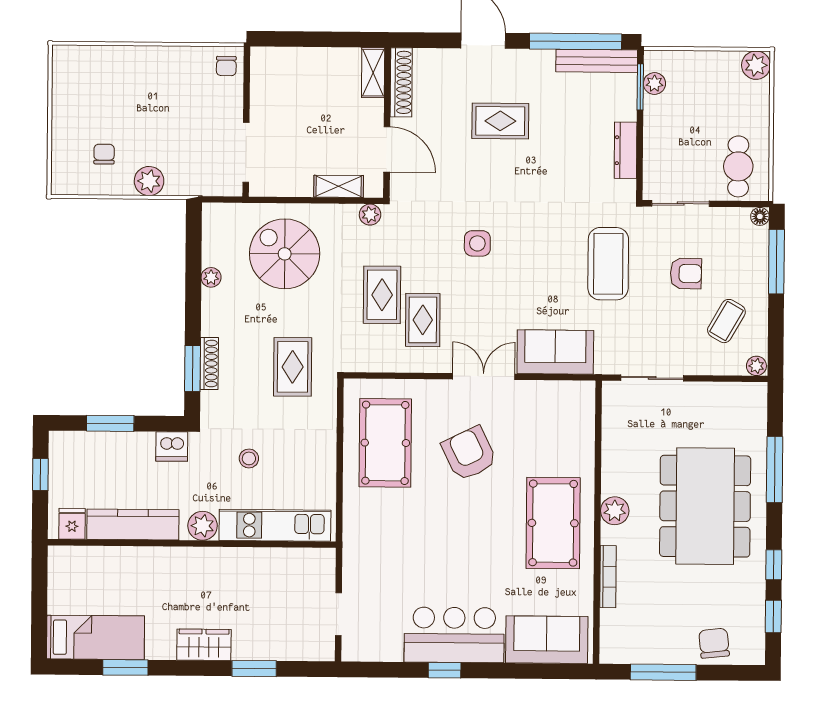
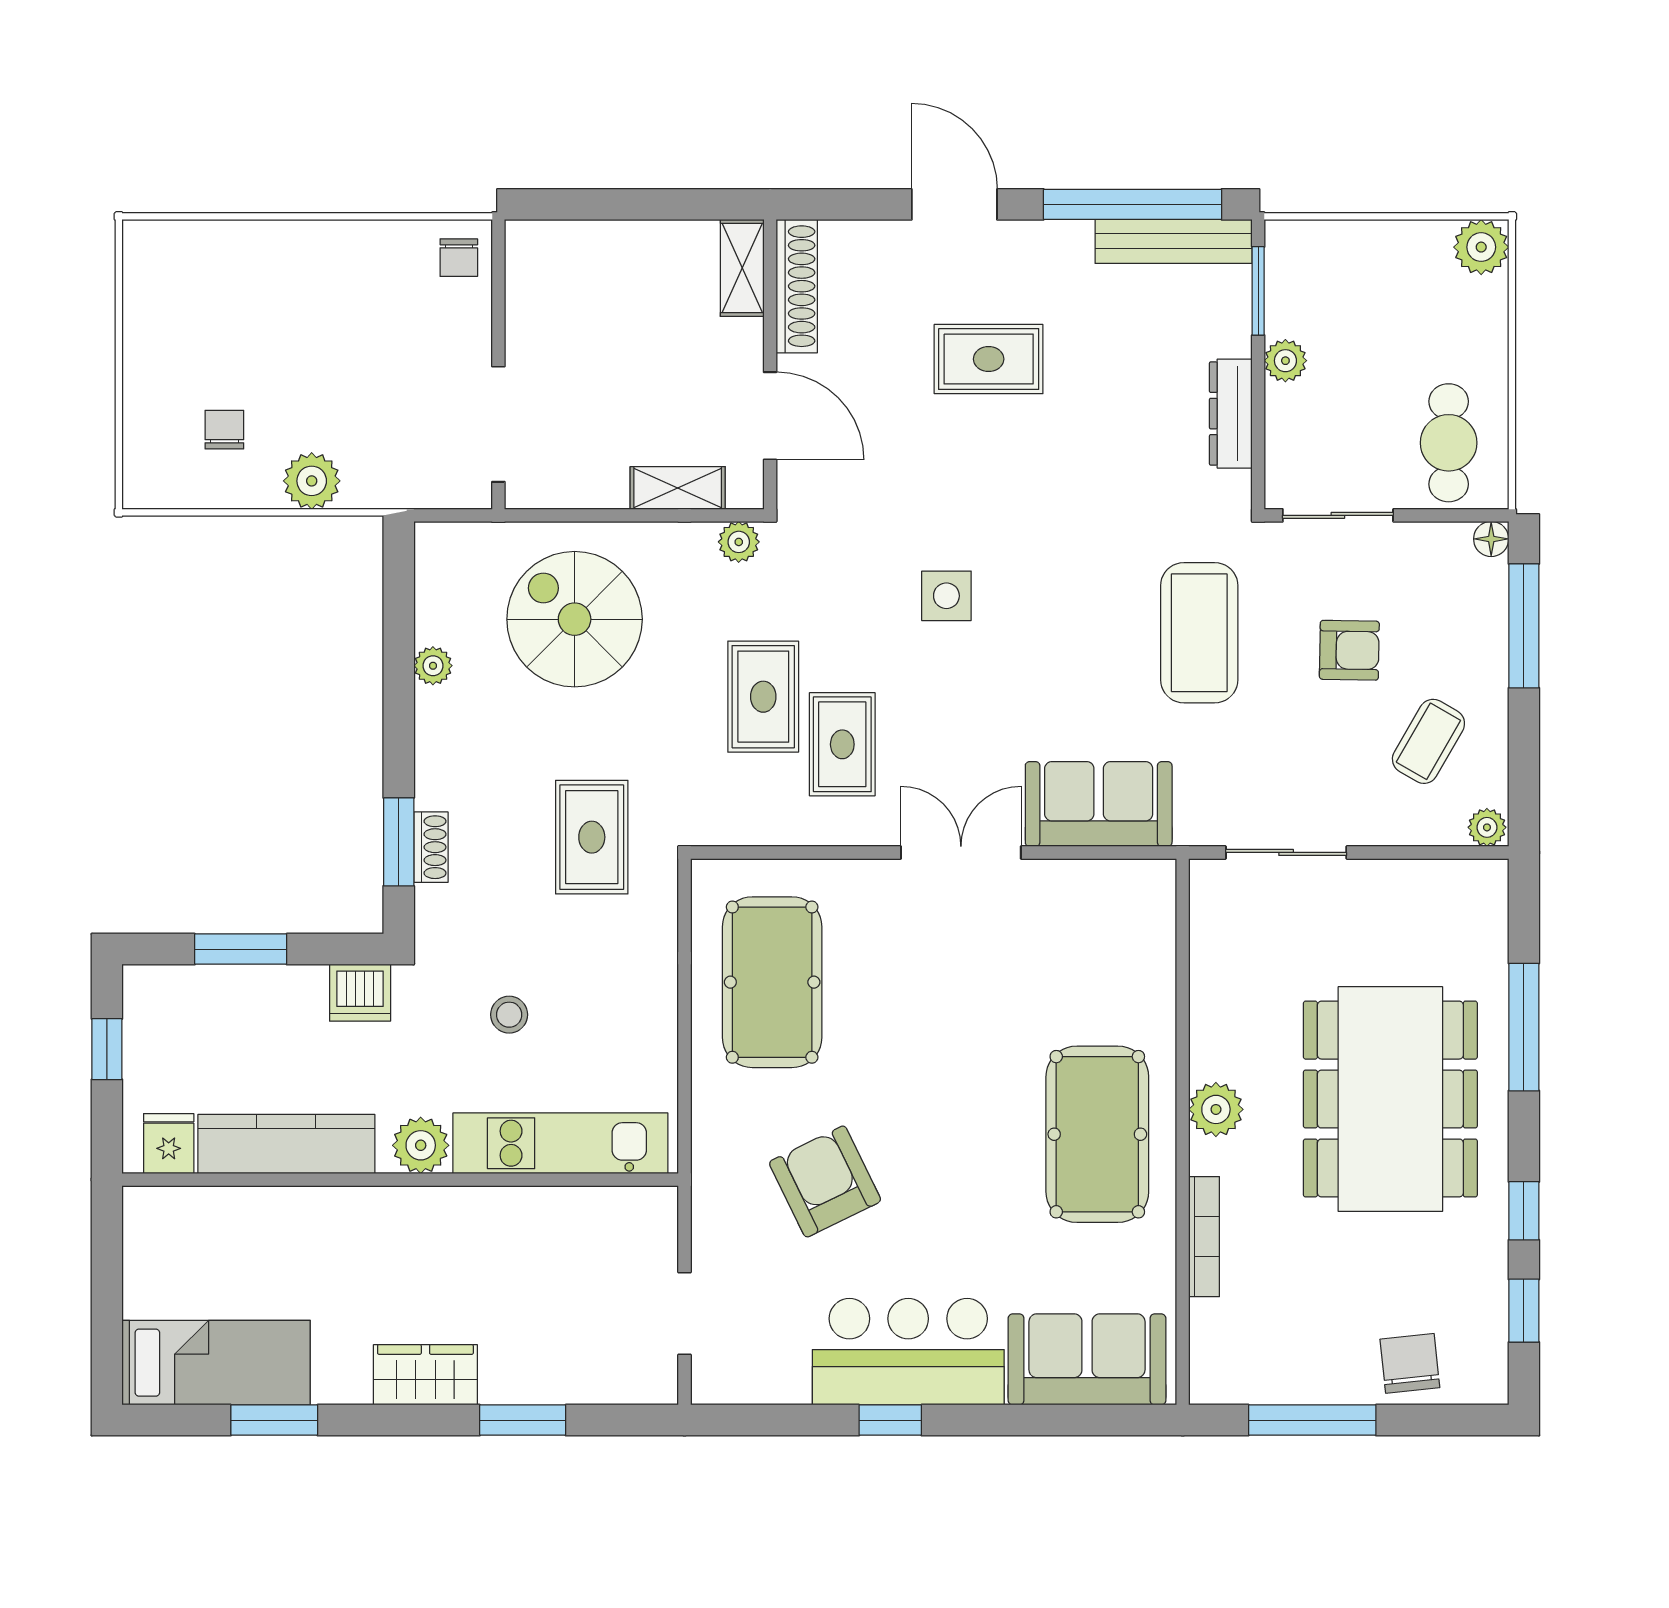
plant: (654, 83) -> (1285, 361), moved
shoe rack: (209, 364) -> (431, 847), width x0.70
armchair: (469, 454) -> (825, 1181), moved

